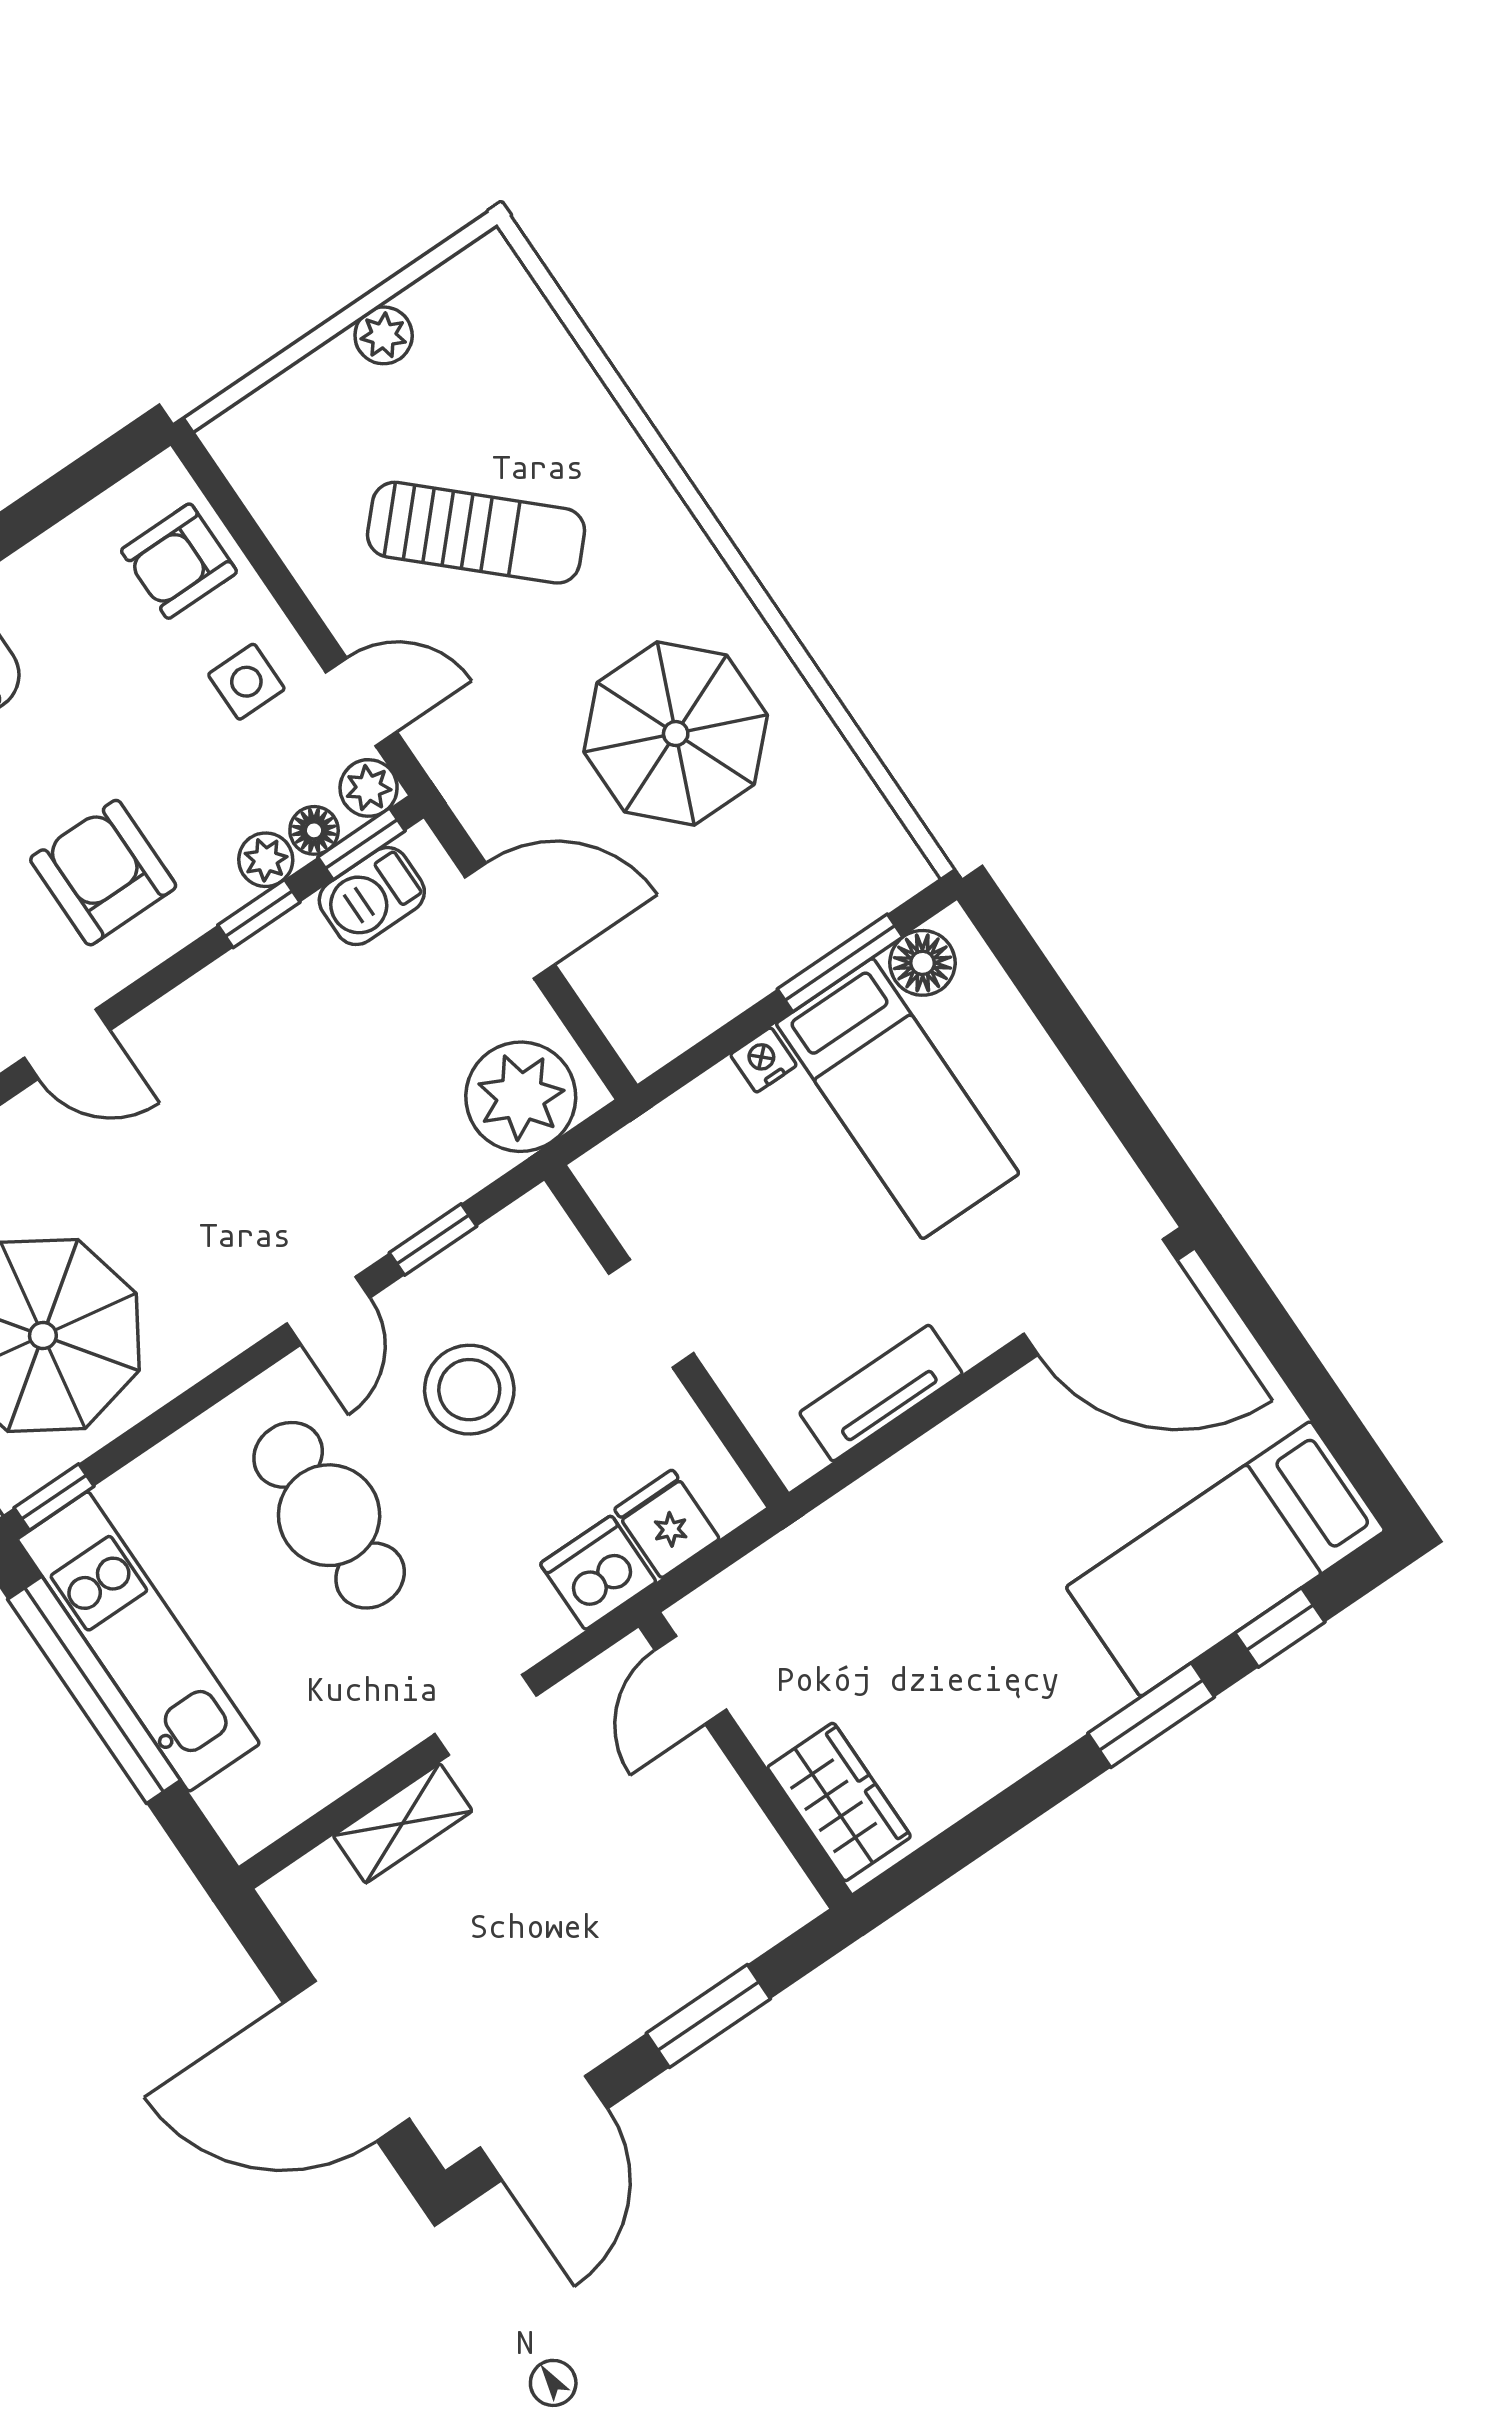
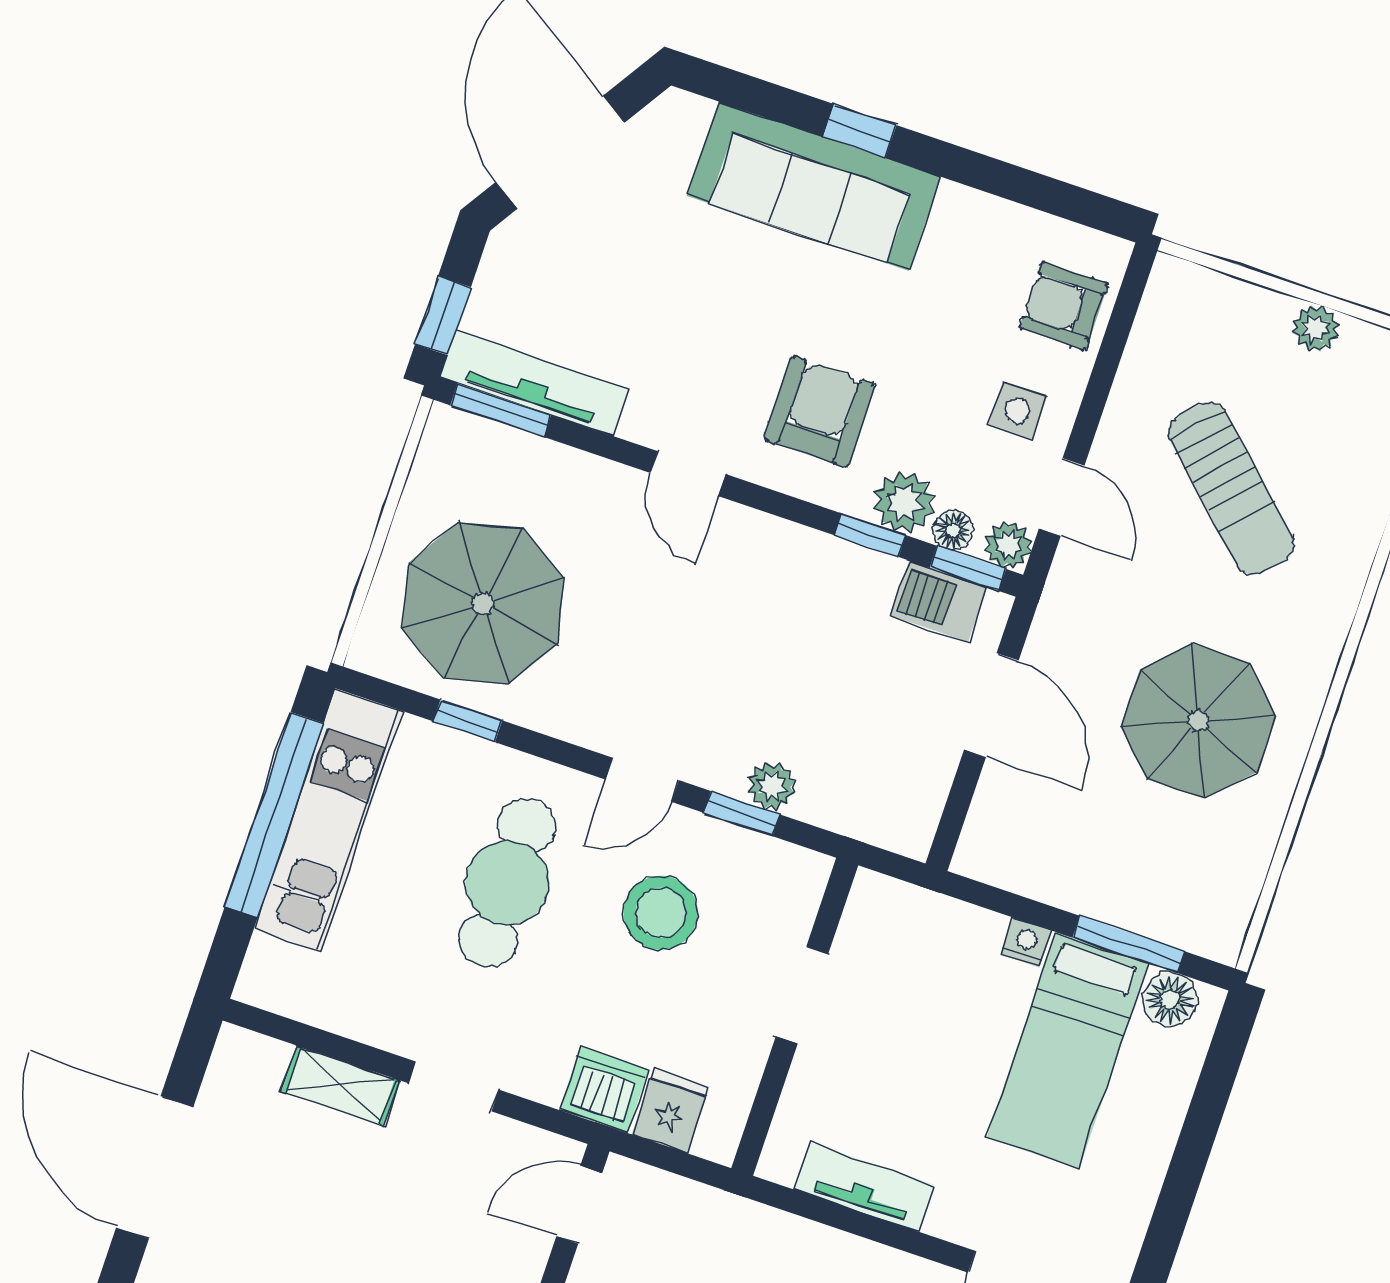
plant: (266, 860) -> (904, 502), width x1.38, depth x1.38
plant: (521, 1097) -> (772, 786), moved, width x0.53, depth x0.53
window: (54, 1497) -> (468, 721), moved

